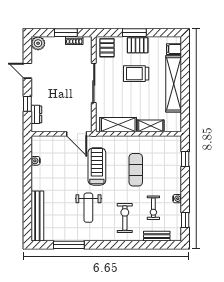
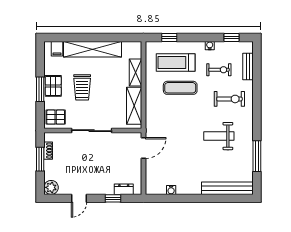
treadmill: (97, 166) -> (176, 62), moved
weight bench: (88, 208) -> (219, 136), turned 180
exercise bike: (125, 218) -> (229, 99), turned 180

